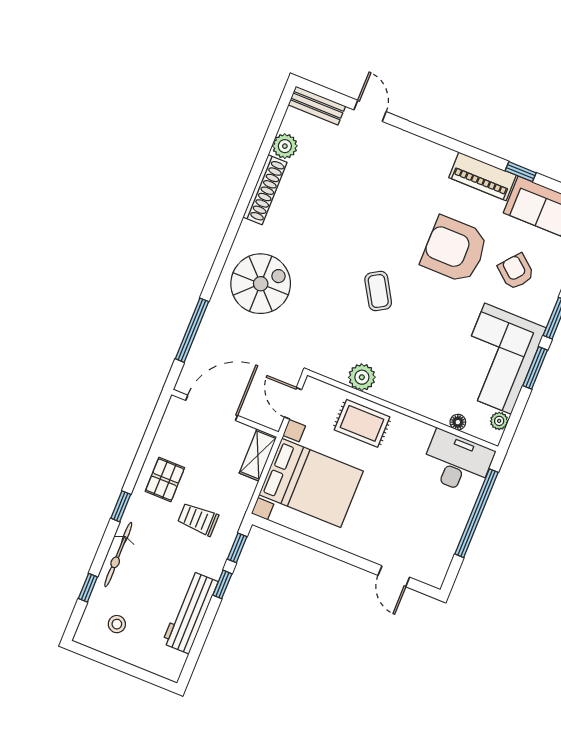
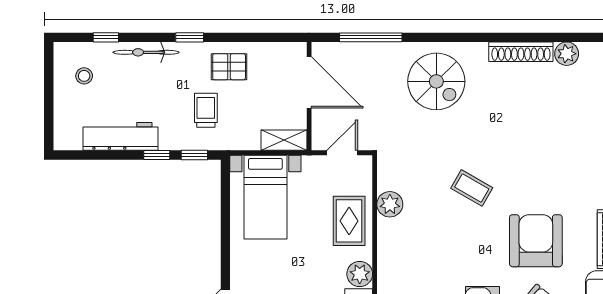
coffee table: (378, 291) -> (472, 188), turned 61
plant: (418, 434) -> (360, 274), added
bed with nightstands: (311, 483) -> (265, 197), width x0.73

